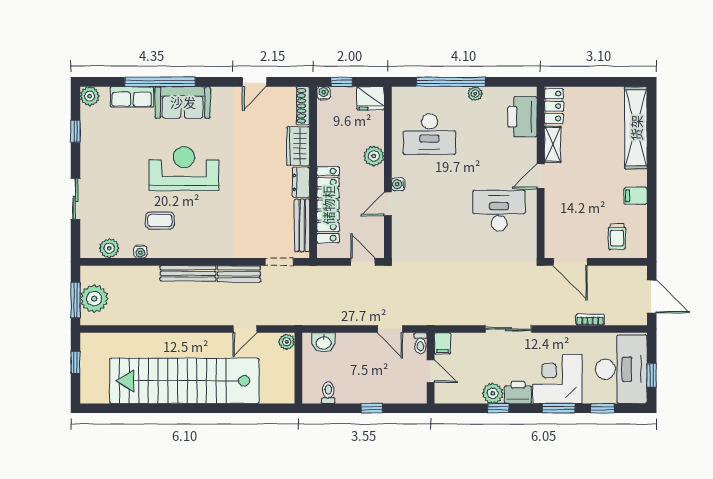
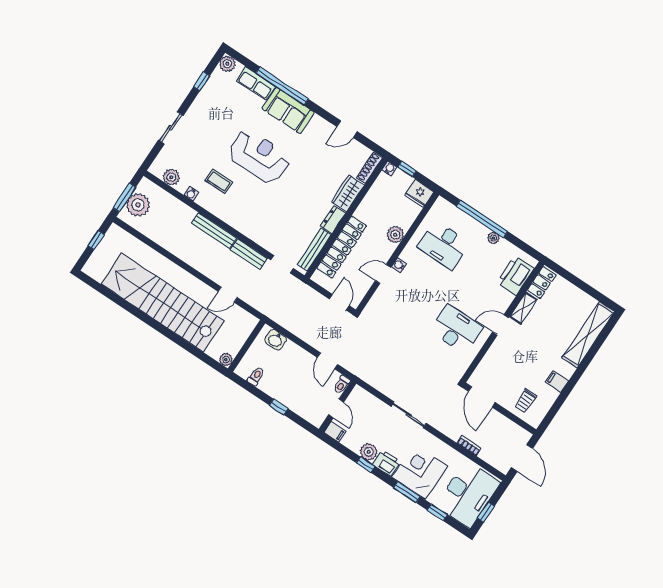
plant: (287, 342) -> (226, 360), moved
filing cabinet: (442, 343) -> (335, 432), moved, turned -90

